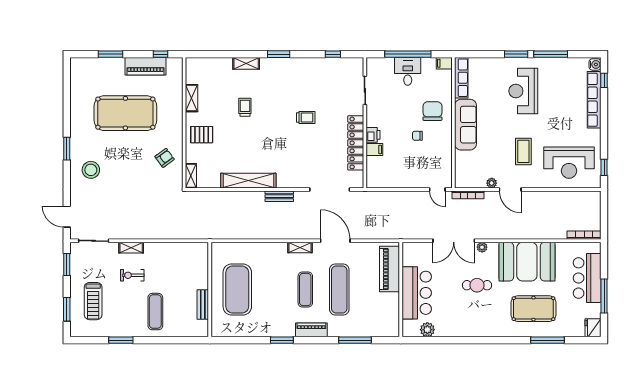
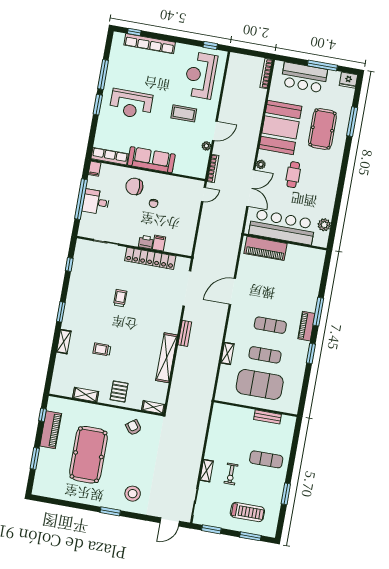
water cooler: (595, 64) -> (119, 37), removed
reception desk: (569, 163) -> (201, 75), turned 180
shelving: (300, 247) -> (227, 353), moved
exercise mat: (339, 289) -> (265, 355), moved, width x0.73, depth x0.69
bar counter: (417, 293) -> (282, 227), width x1.36
window: (355, 340) -> (318, 312), moved

